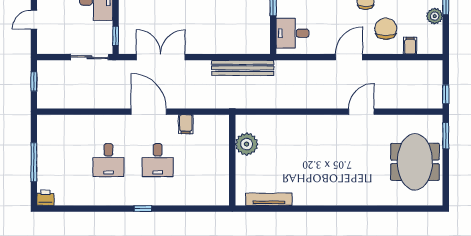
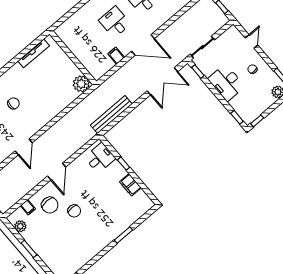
plant: (435, 16) -> (20, 226), moved
plant: (247, 144) -> (81, 84), moved
chair: (334, 165) -> (13, 103), added

